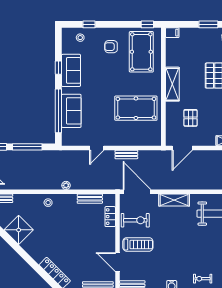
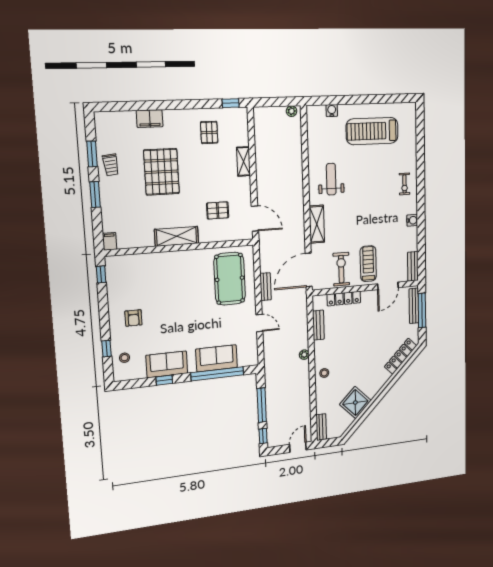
pool table: (141, 52) -> (138, 279), removed
pool table: (136, 108) -> (230, 279), moved
locker: (110, 217) -> (344, 299), width x1.53

